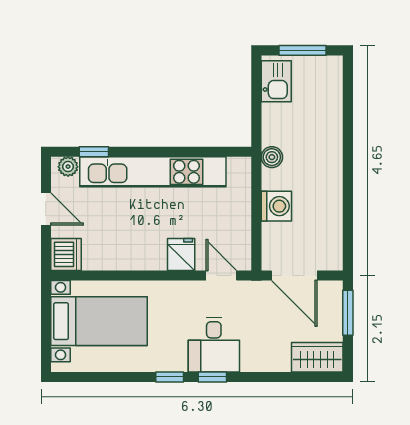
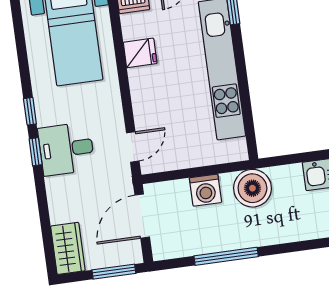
boiler: (272, 157) -> (252, 188), width x1.86, depth x1.86
window: (348, 194) -> (226, 256), added
fridge: (181, 254) -> (140, 53), moved

